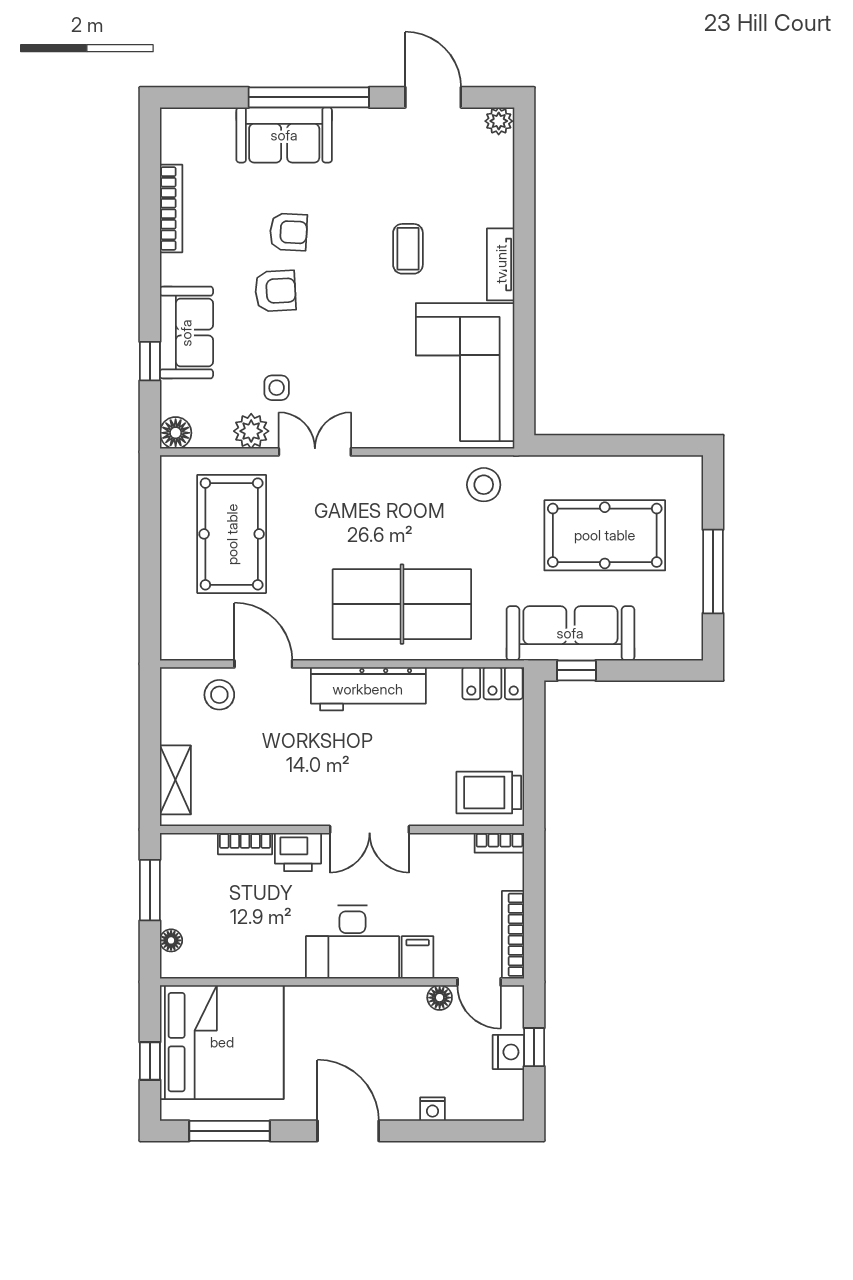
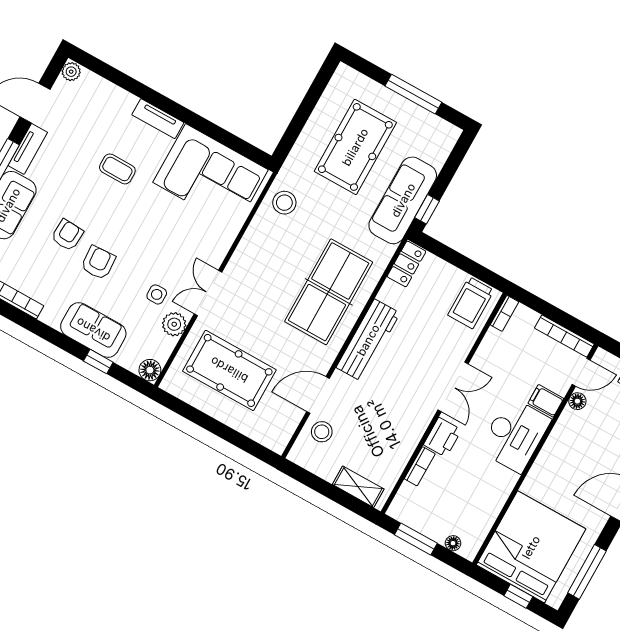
tv unit: (370, 121) -> (28, 149), added

